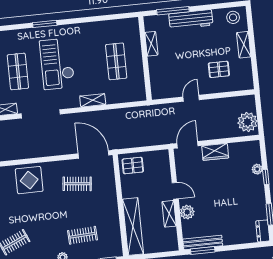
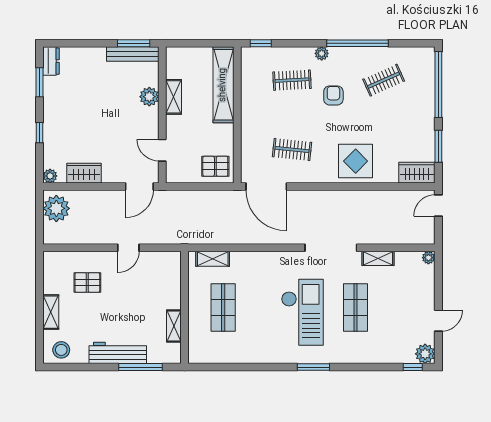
shelving: (93, 100) -> (213, 259), moved
wardrobe: (215, 152) -> (84, 173), moved
plant: (257, 169) -> (50, 176), moved
door: (175, 191) -> (162, 150), moved
armchair: (51, 227) -> (333, 95), added

